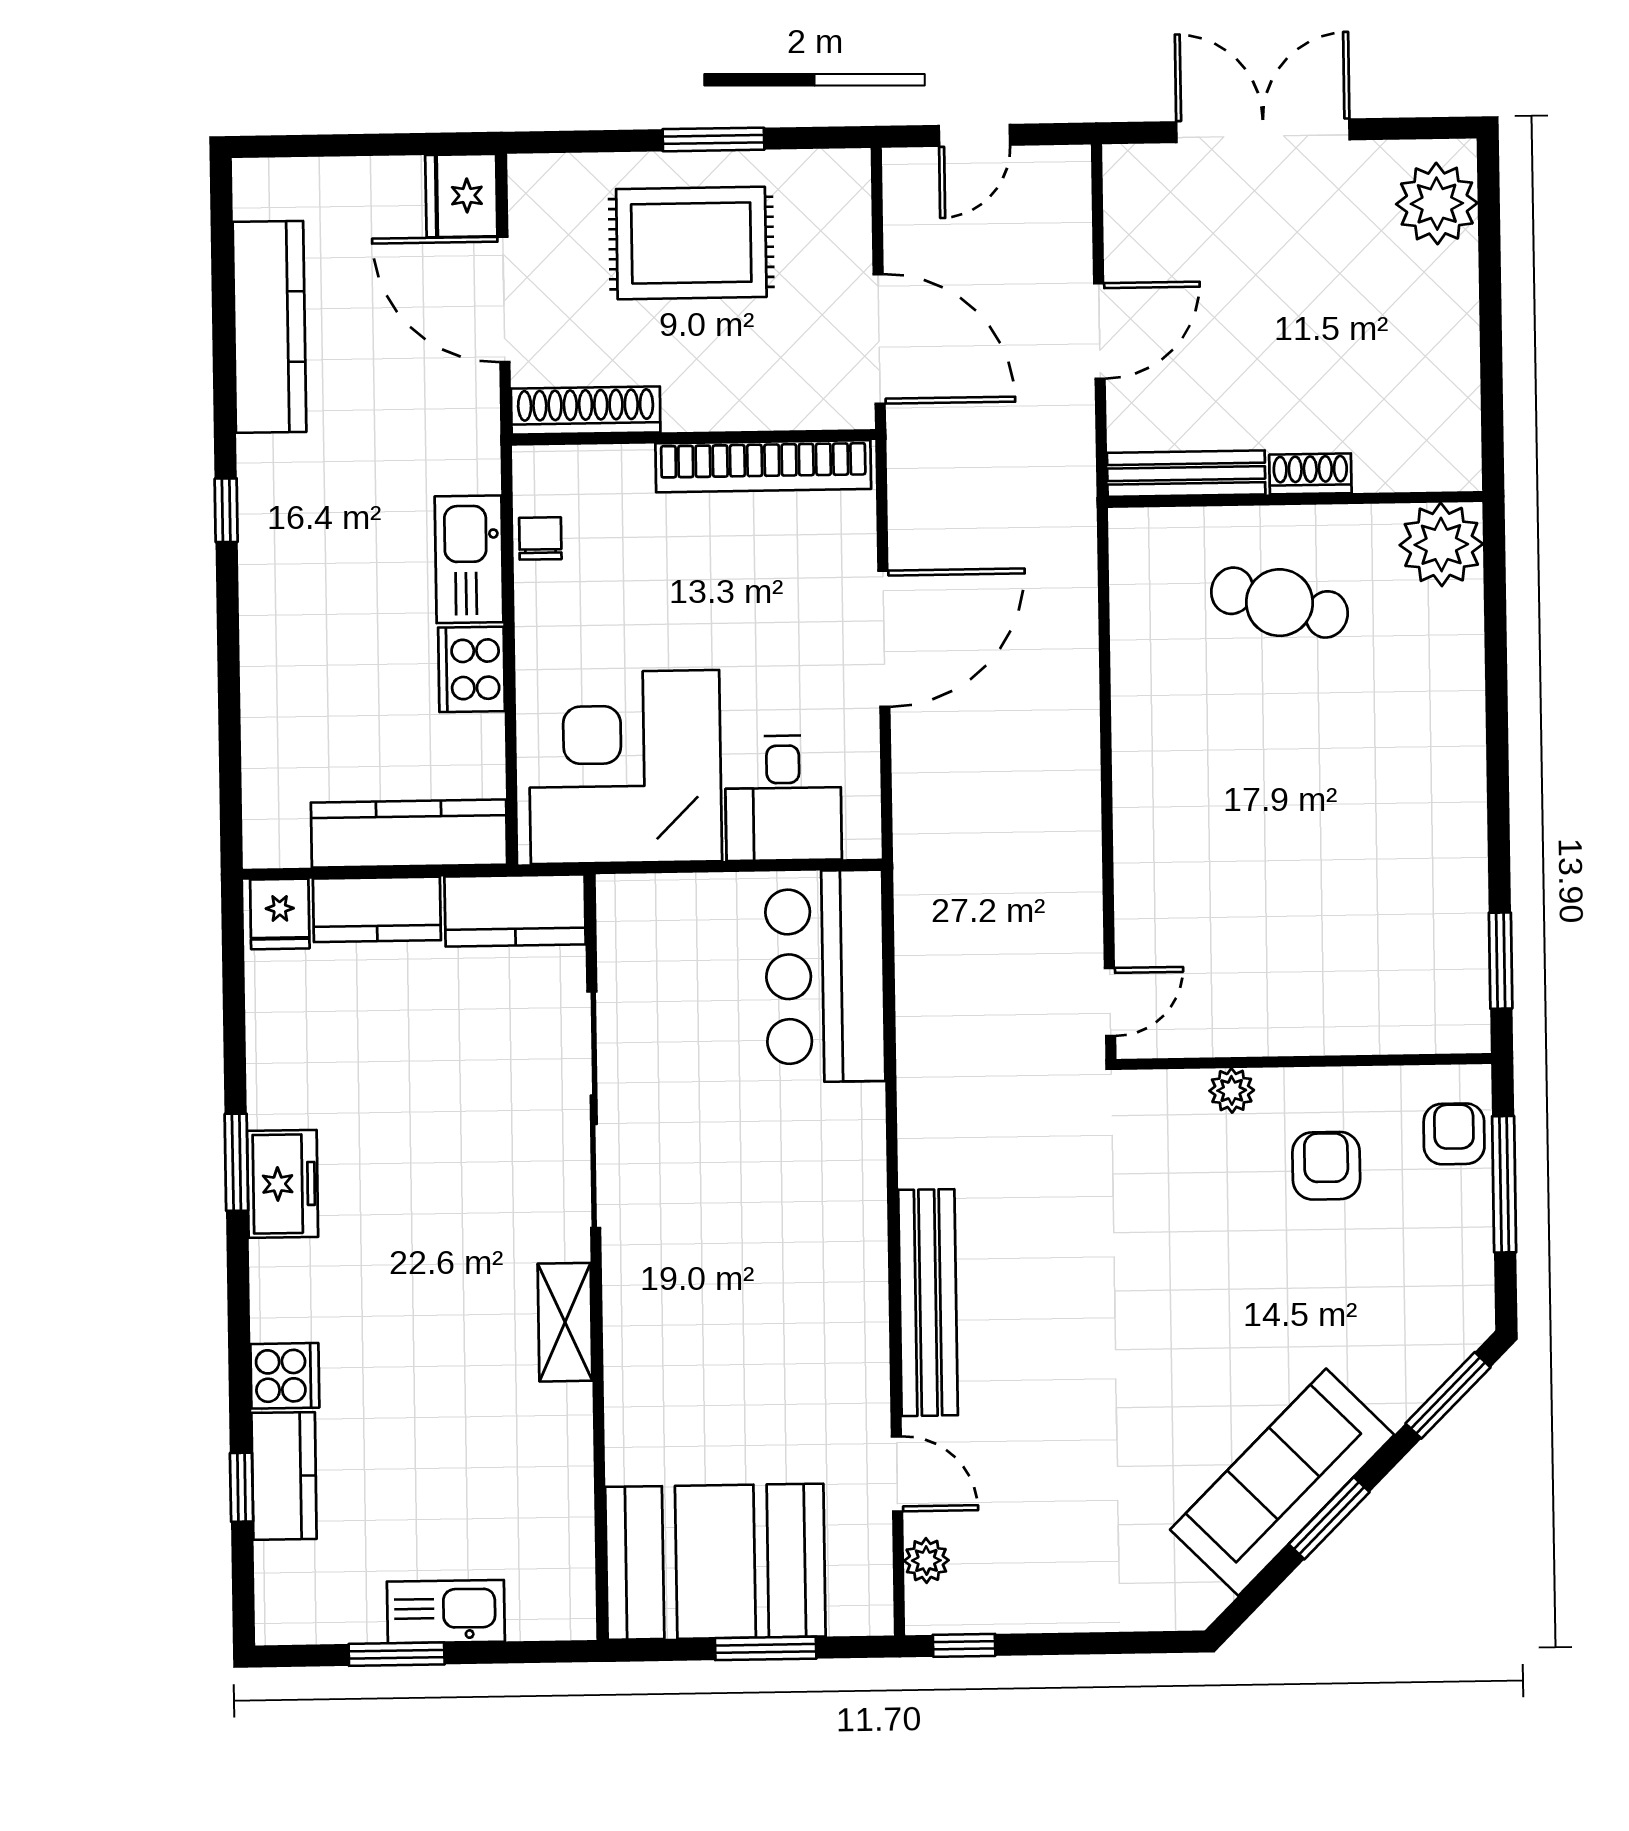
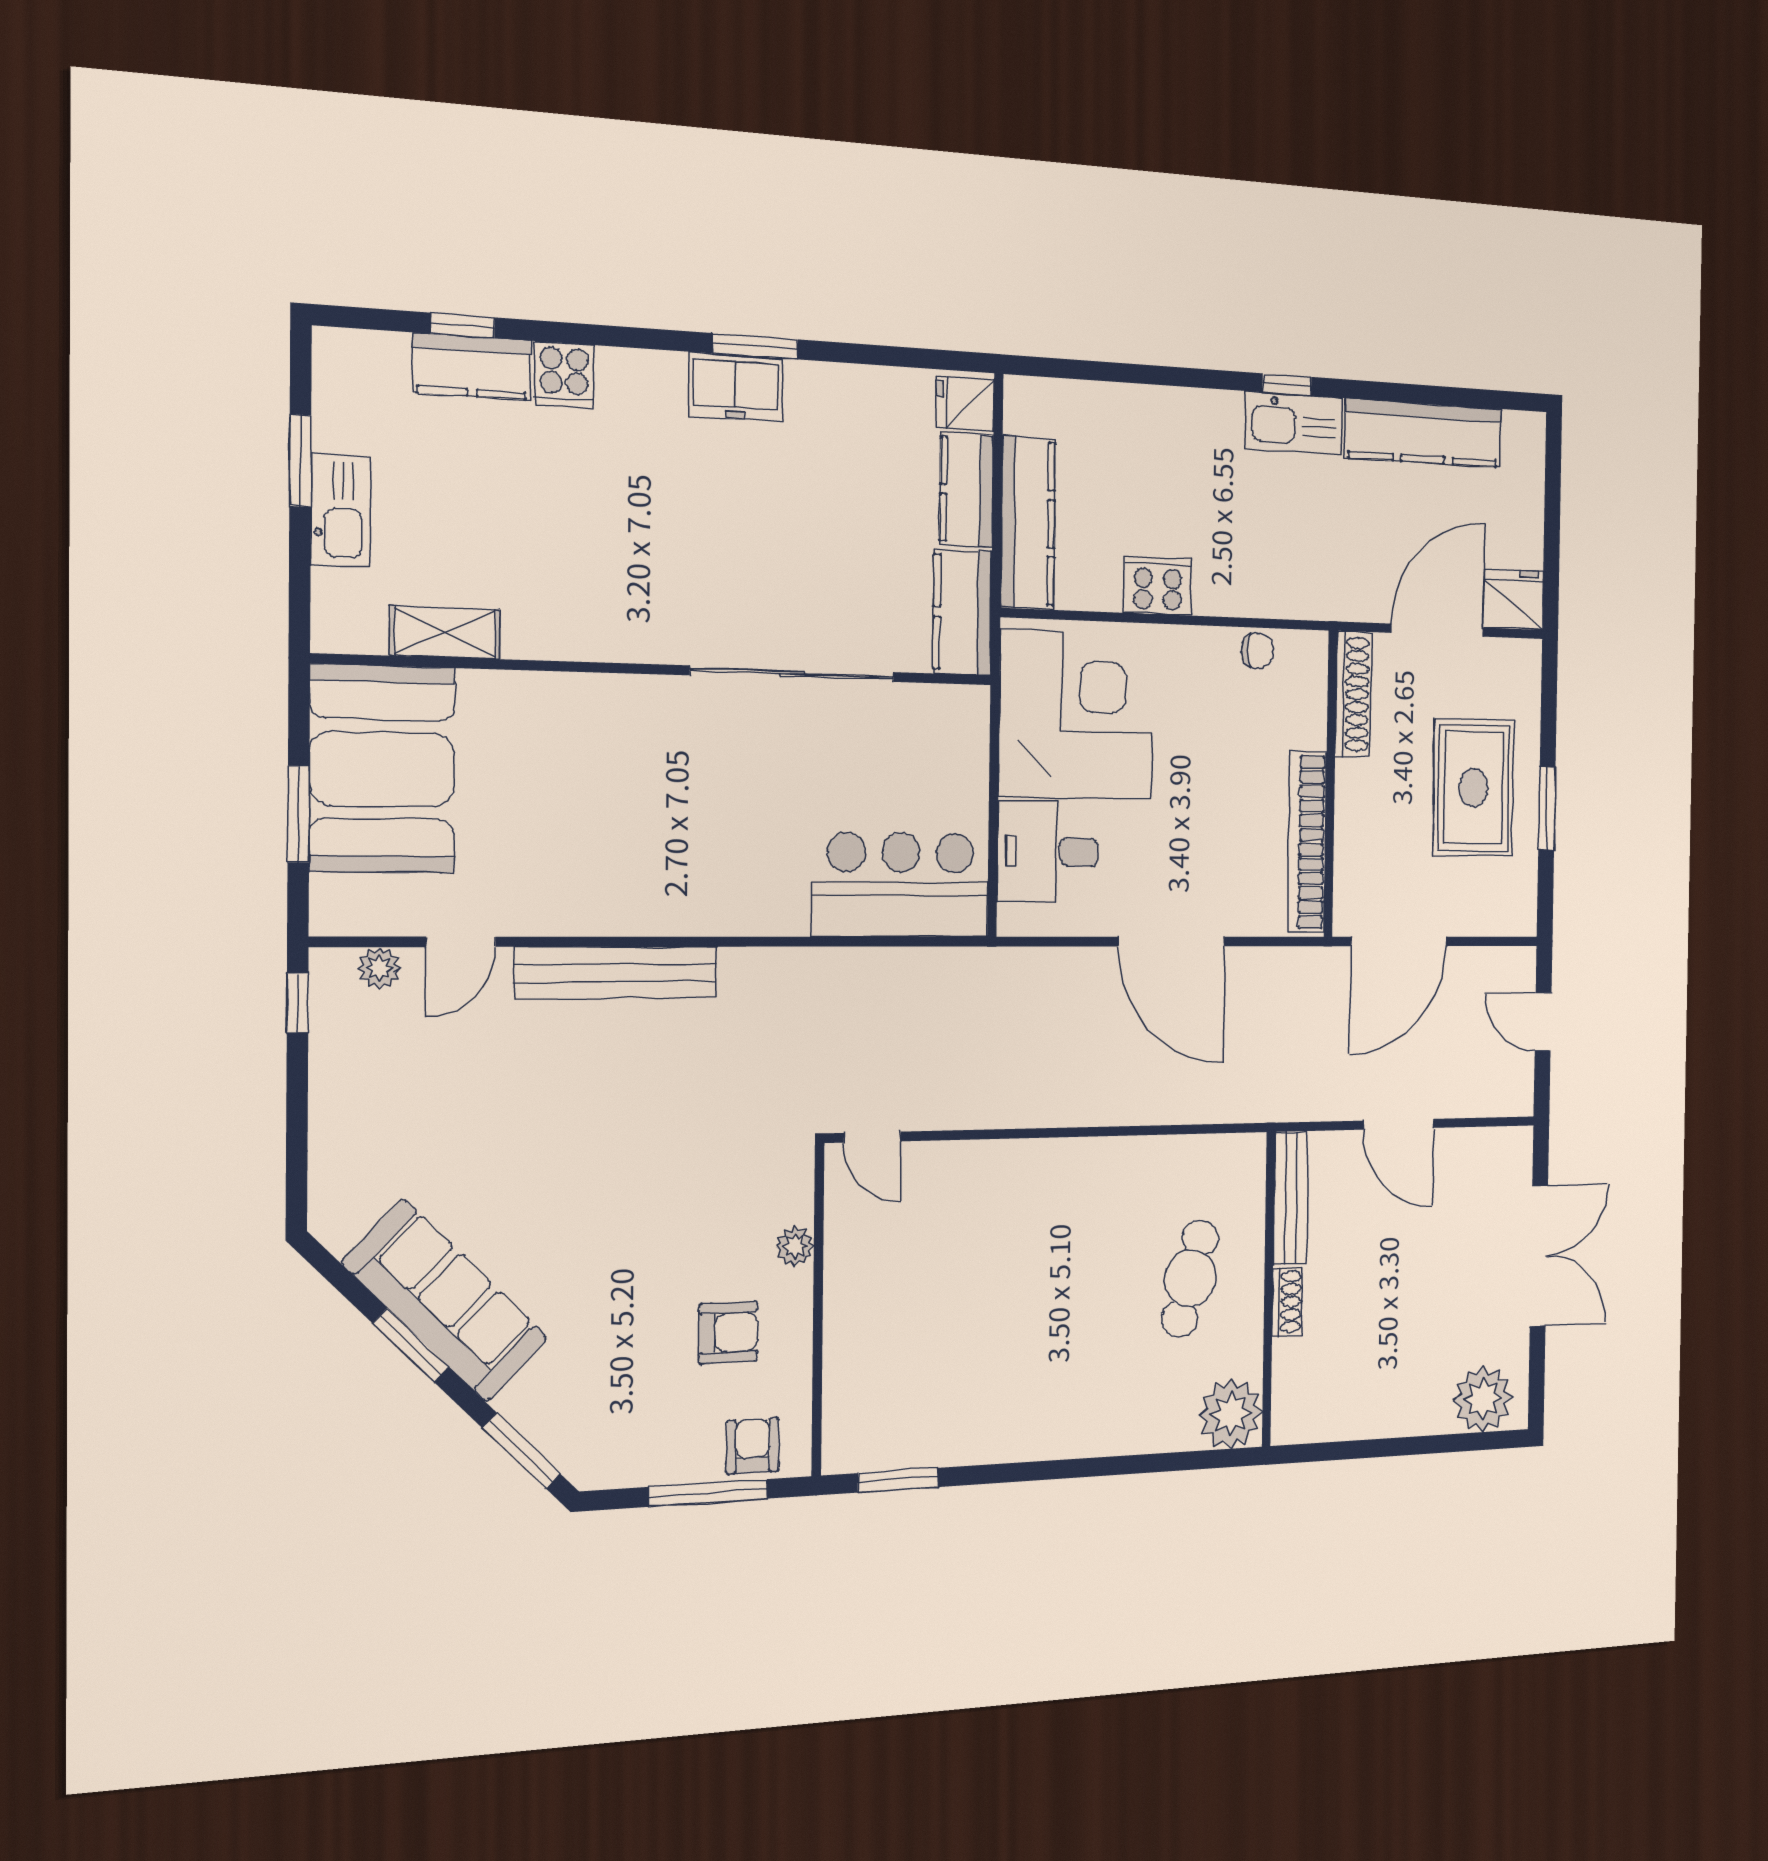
kitchen sink: (469, 559) -> (1293, 423), moved, turned 180
armchair: (1454, 1134) -> (753, 1446), turned -90
shelving: (565, 1322) -> (445, 632), moved

